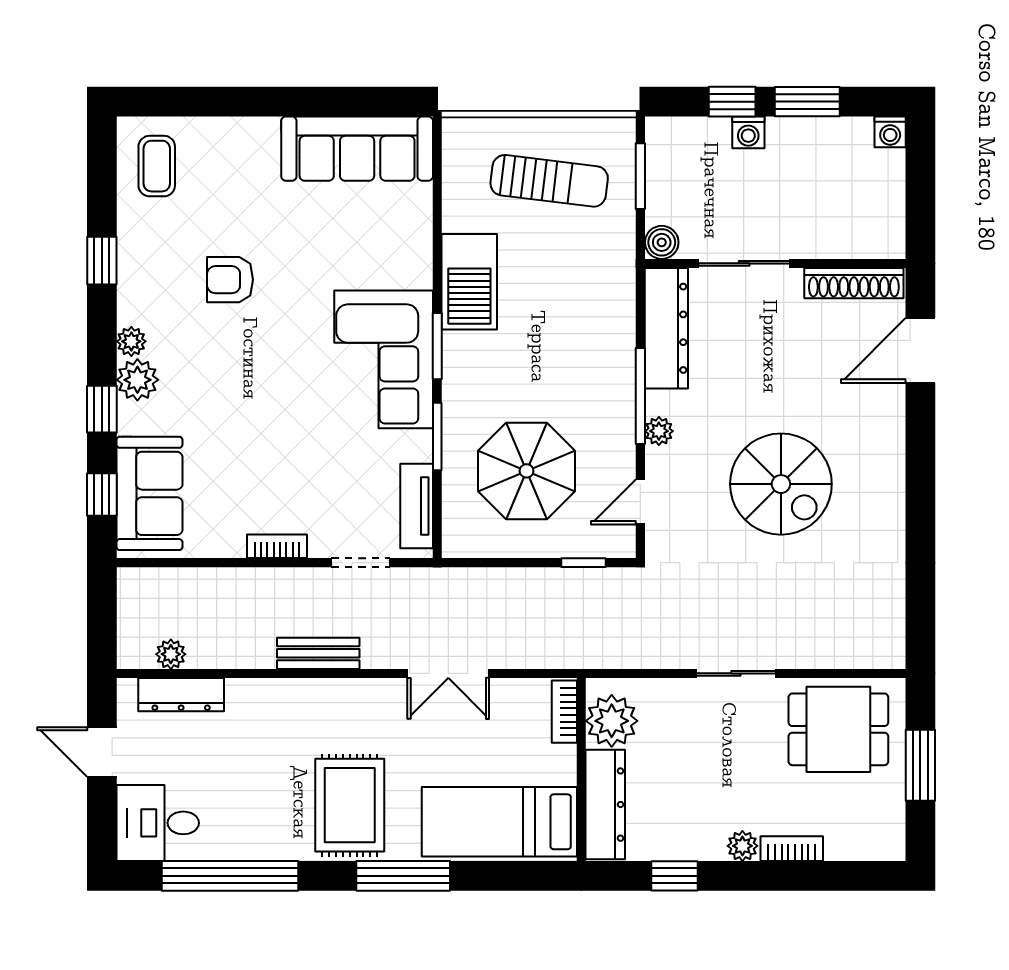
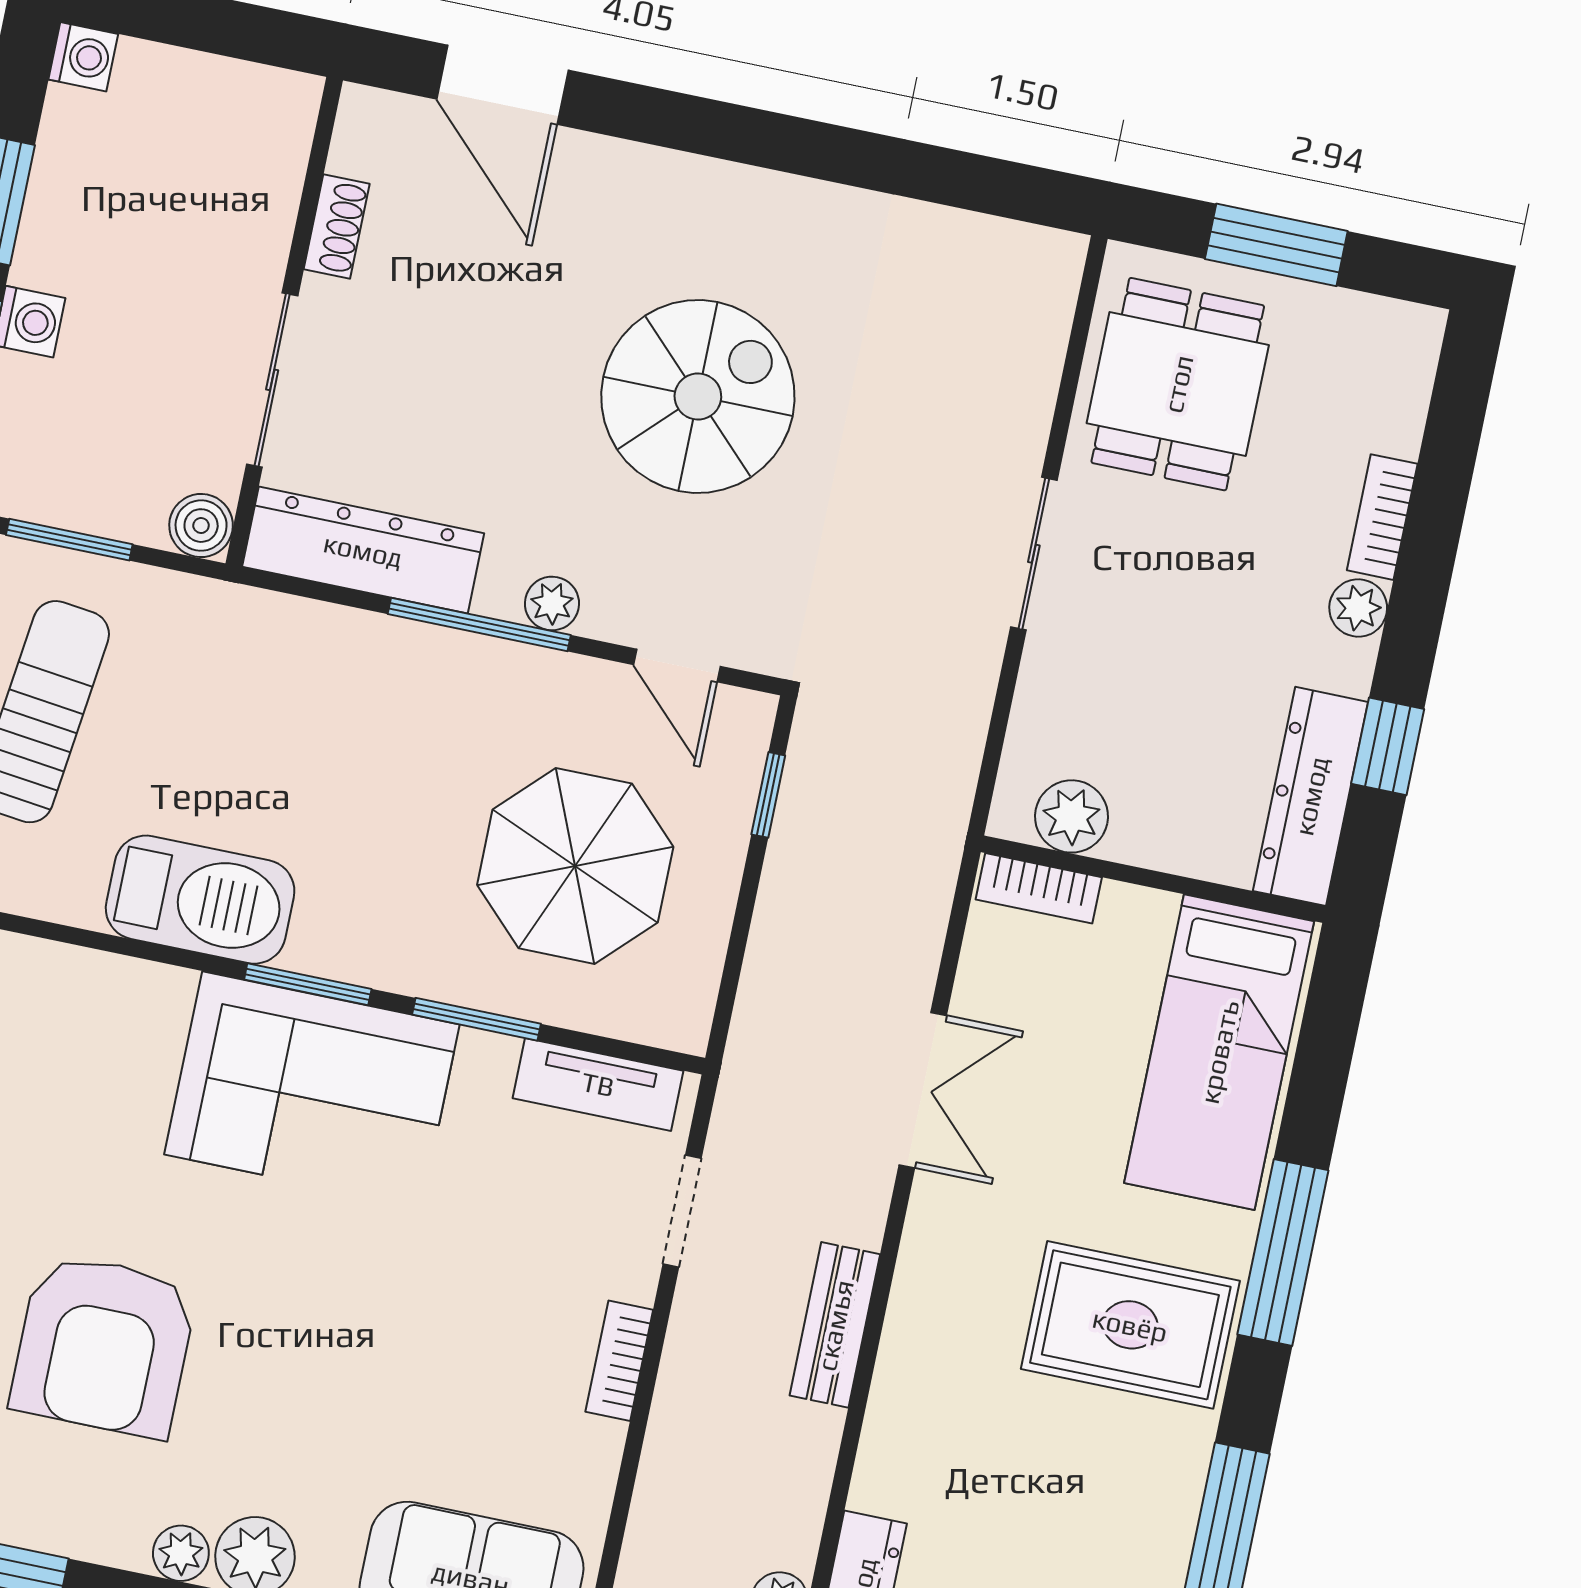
armchair: (230, 280) -> (104, 1345), width x1.88, depth x1.88
shoe rack: (854, 283) -> (337, 227), width x0.51, depth x0.81
plant: (612, 721) -> (1071, 816), width x0.73, depth x0.73
dresser: (605, 805) -> (1311, 796), moved, turned -90

